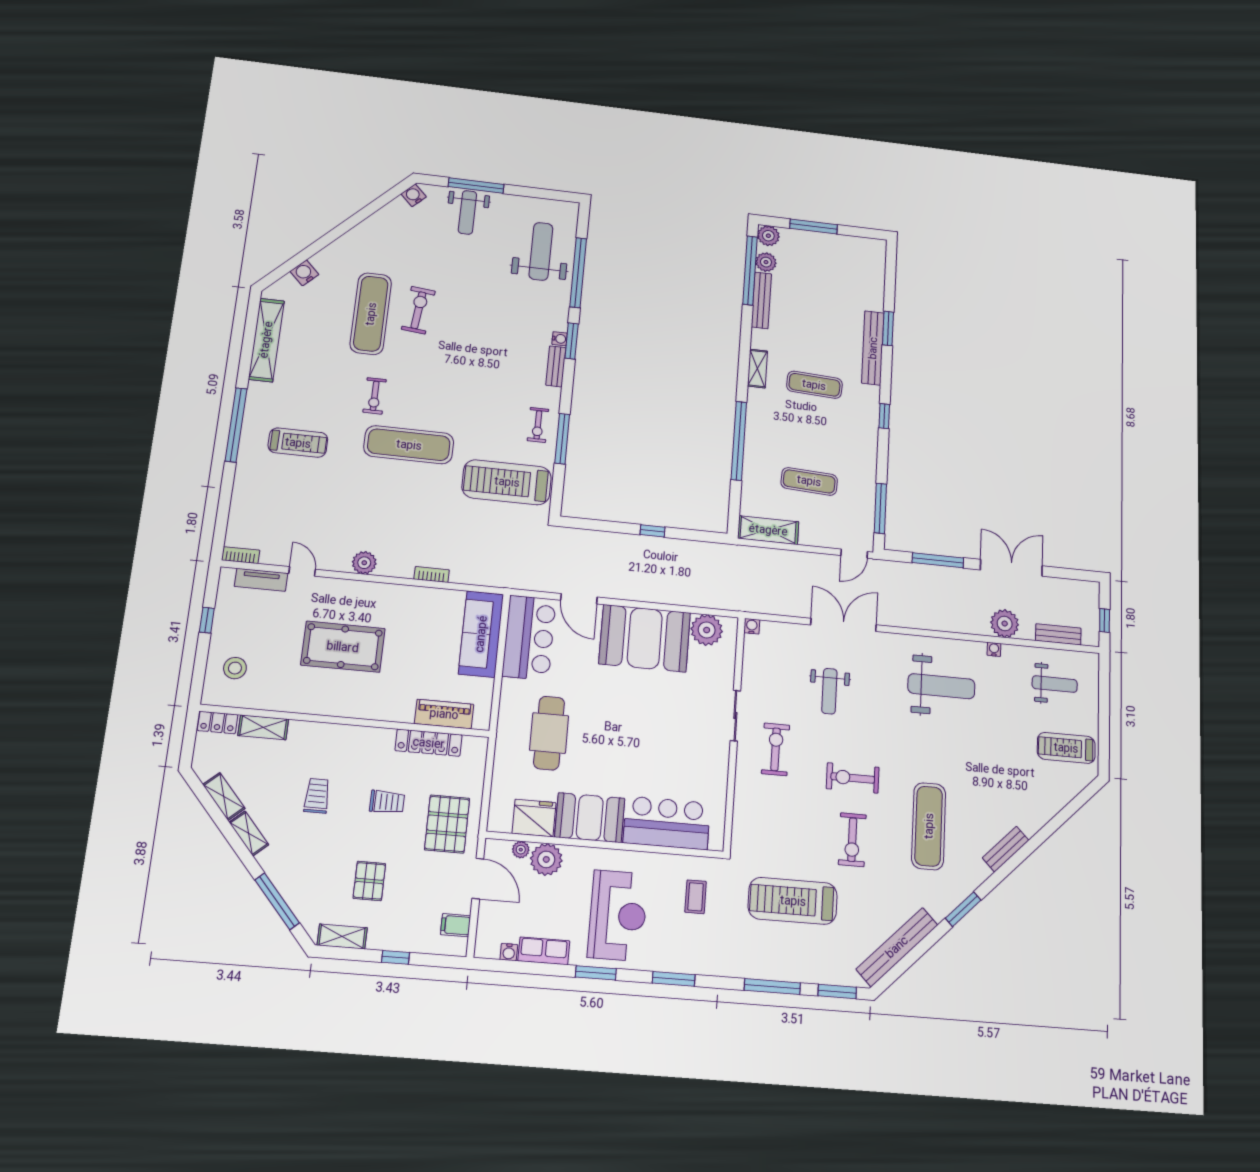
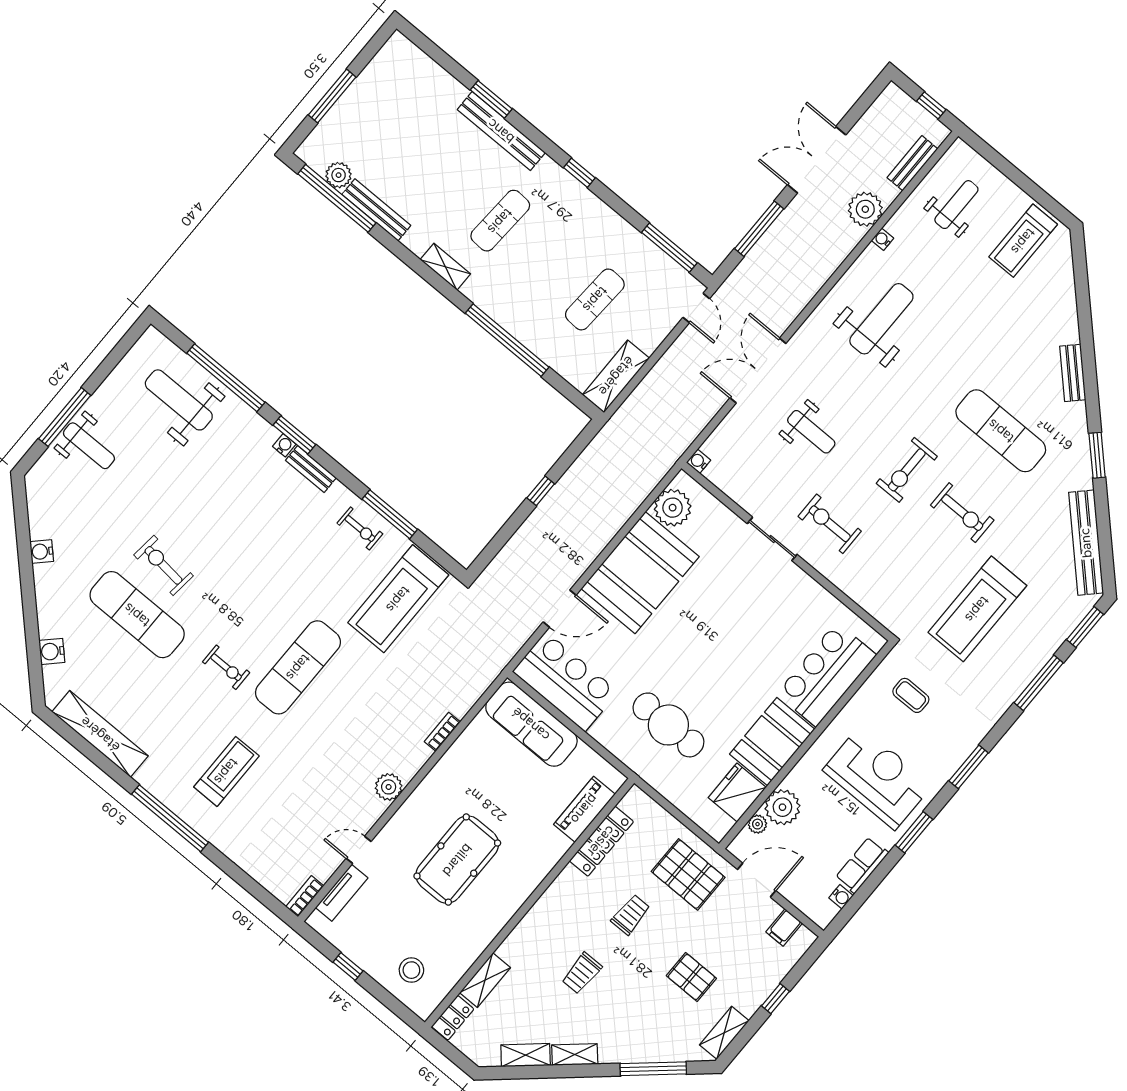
water cooler: (414, 195) -> (42, 551), moved
plant: (768, 236) -> (312, 152), removed
trolley: (317, 796) -> (582, 973), turned -90

